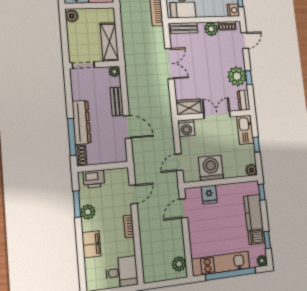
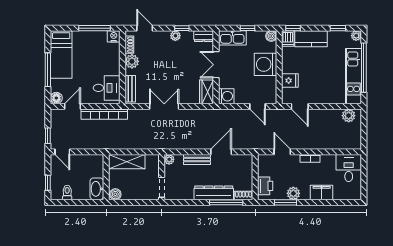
shelving: (109, 42) -> (127, 162), moved
plant: (237, 76) -> (175, 36), width x0.53, depth x0.53
washing machine: (211, 168) -> (265, 64), moved
dishwasher: (257, 237) -> (288, 38), moved

